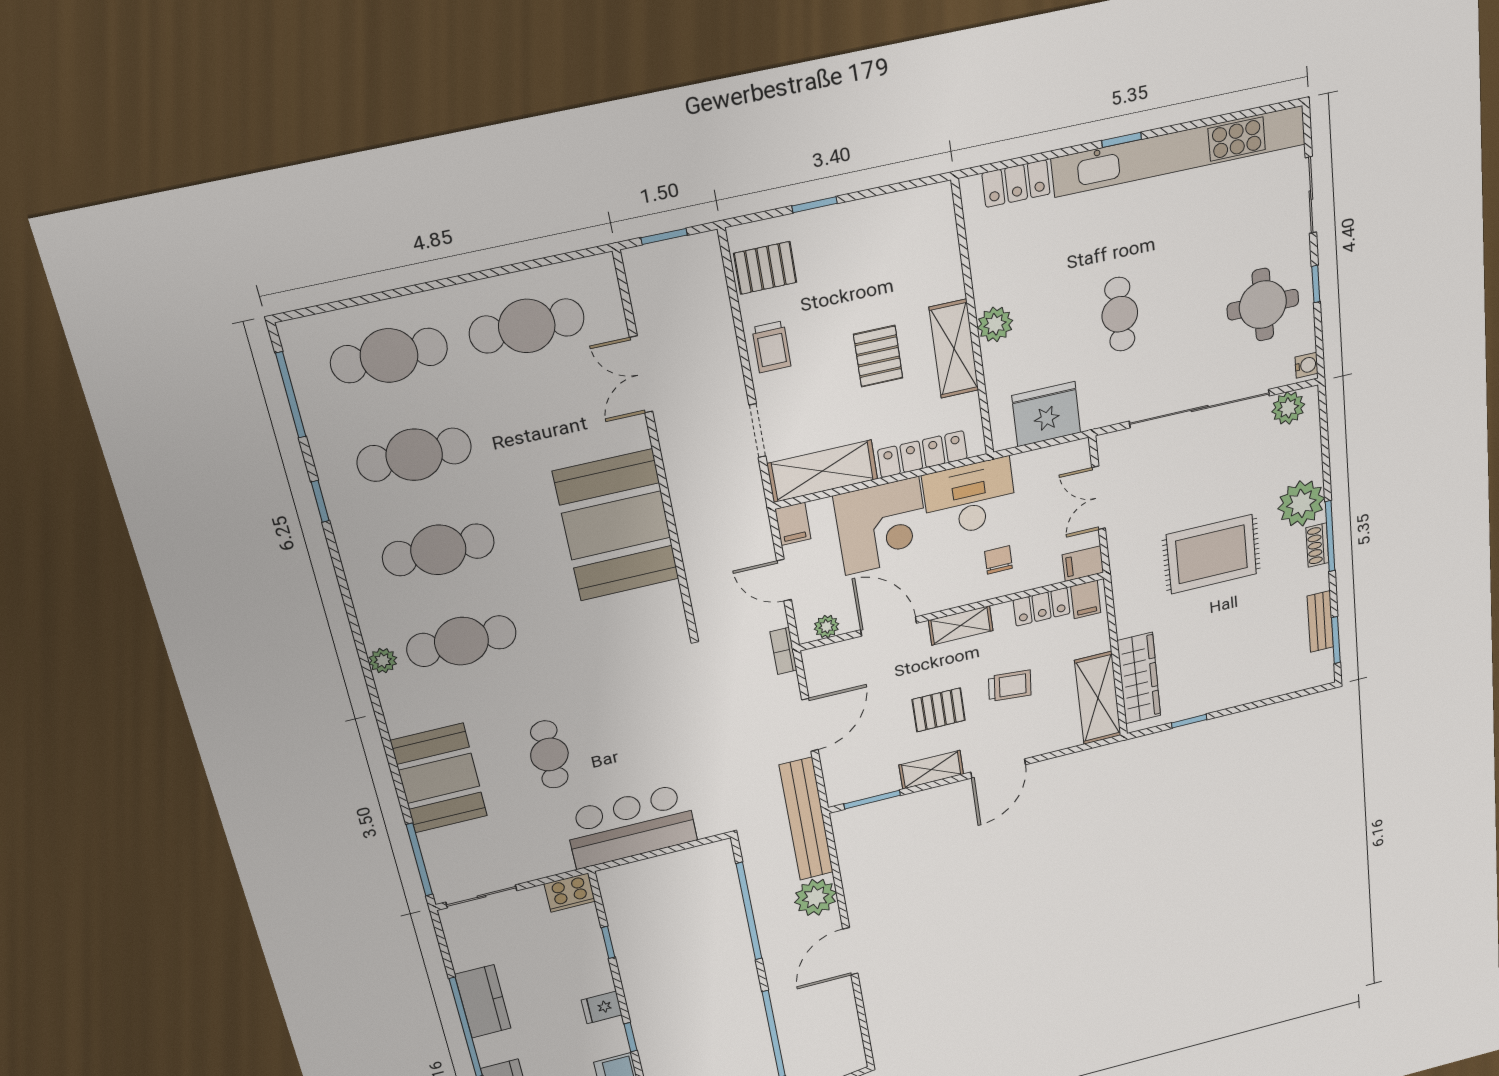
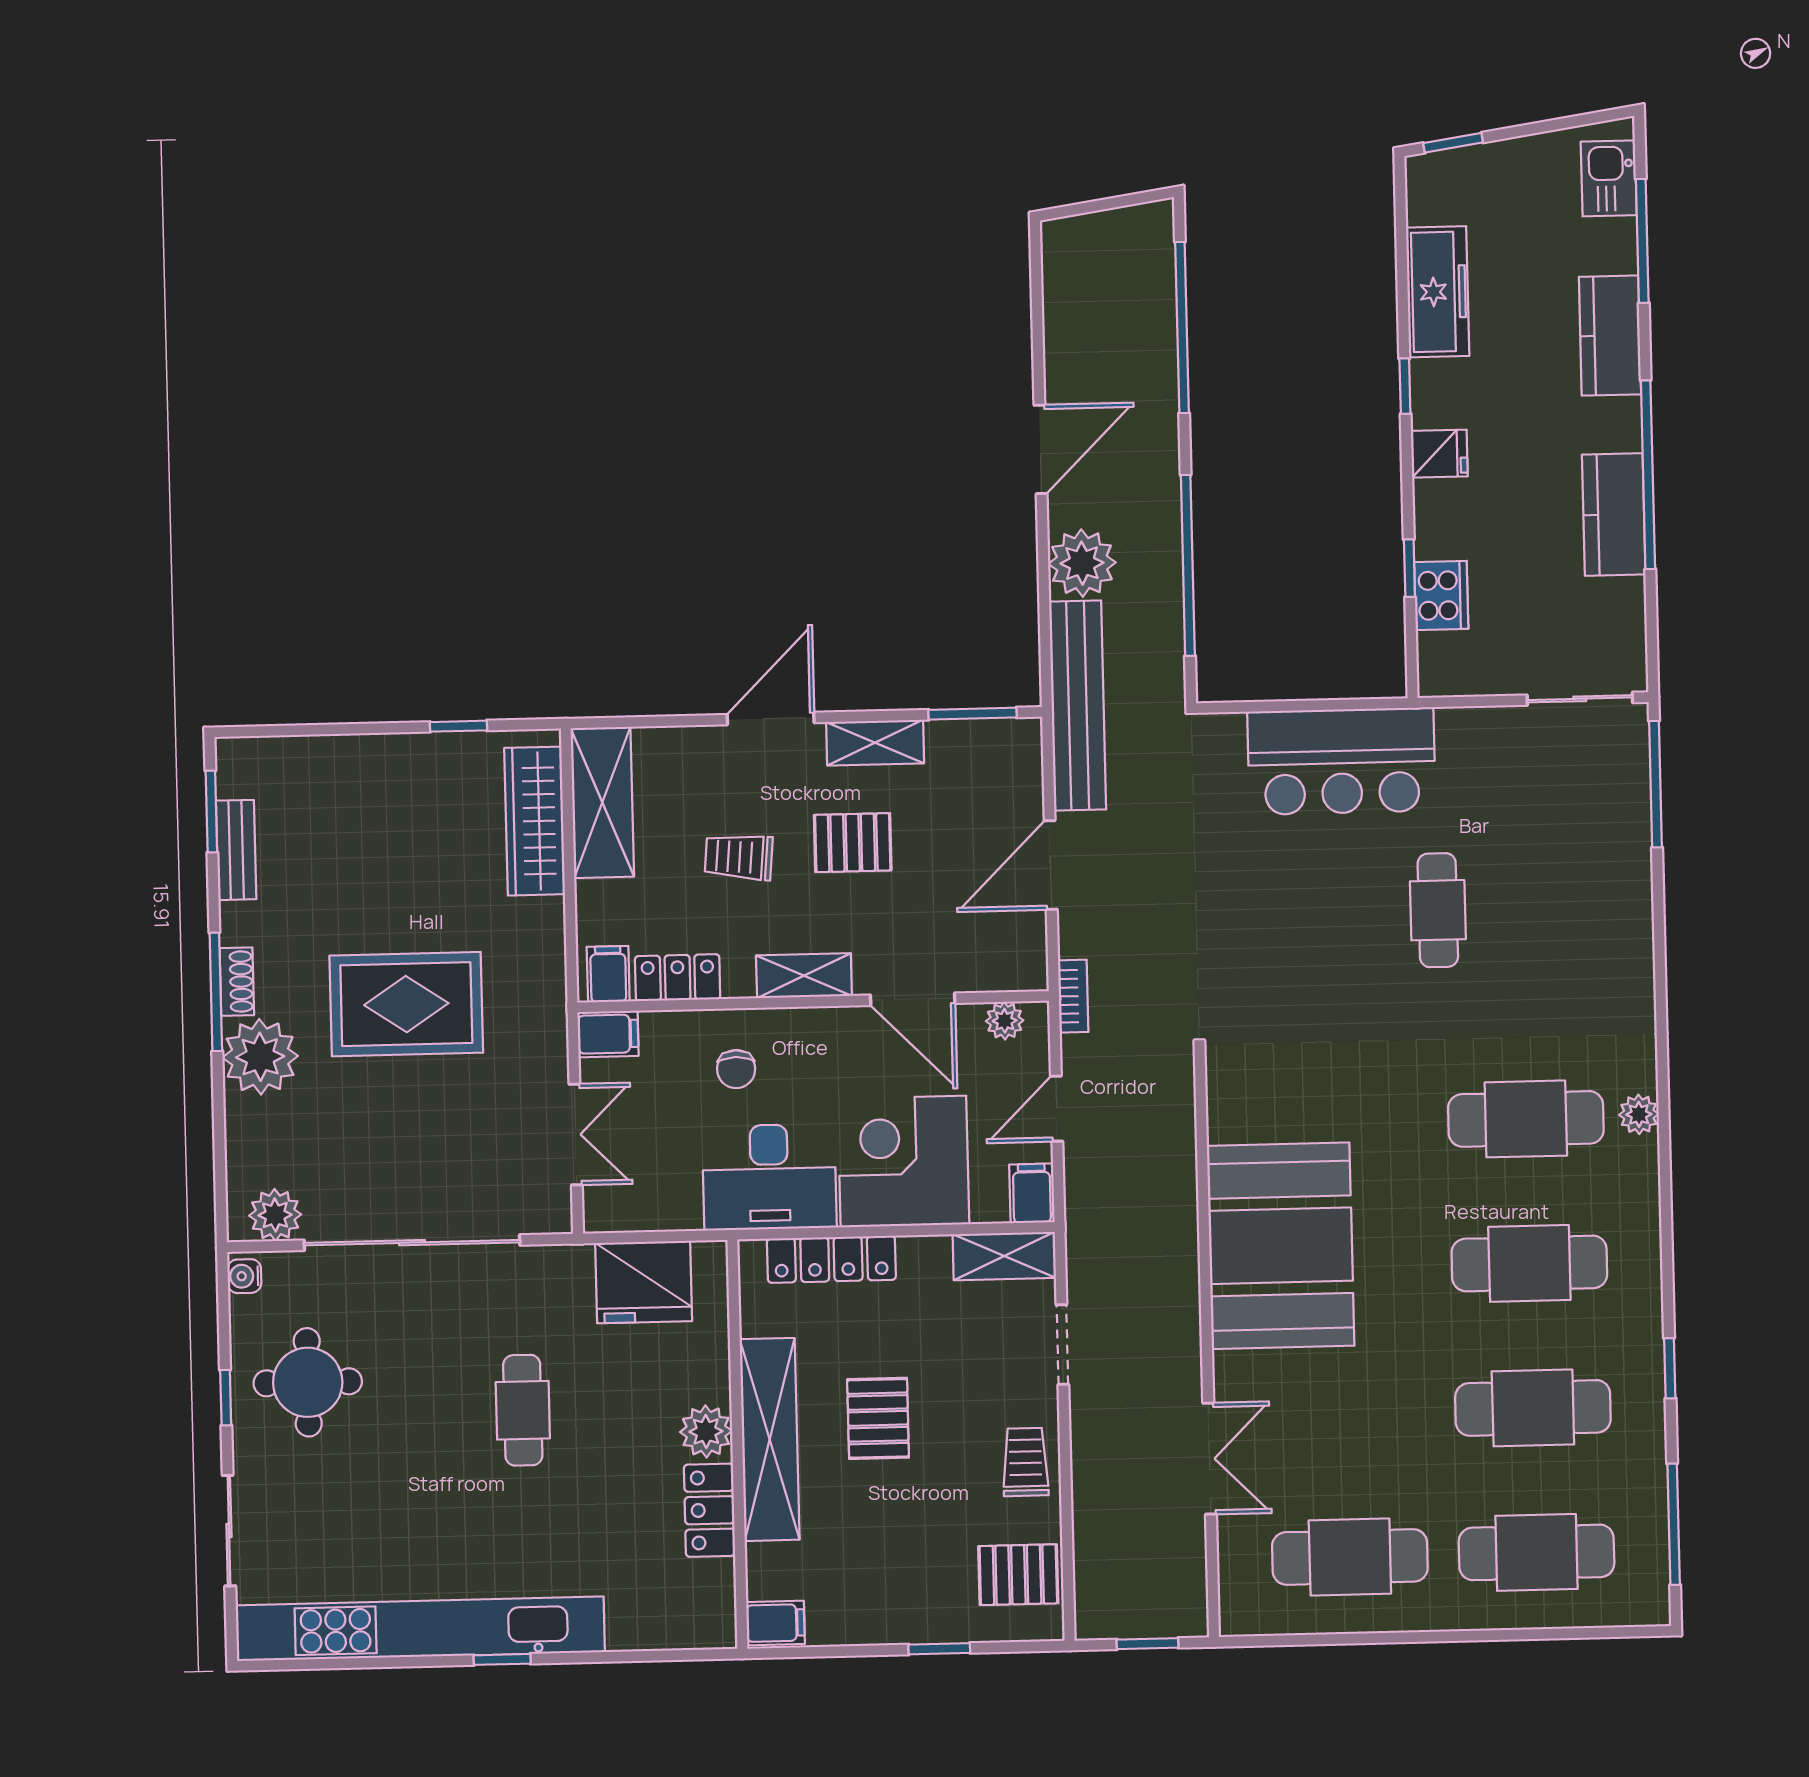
locker: (1016, 184) -> (709, 1510), moved, turned -90
filing cabinet: (933, 201) -> (775, 1623), added
shelving: (954, 349) -> (770, 1439), width x1.47
shelving: (822, 471) -> (1004, 1256), width x0.67, depth x0.75
door: (784, 580) -> (1057, 1109), swing flipped
booth: (439, 778) -> (1600, 911), removed
cooker: (570, 893) -> (1441, 595), moved, turned 90

